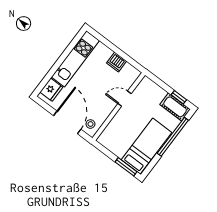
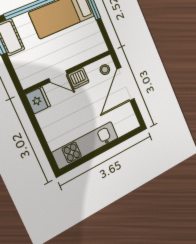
dishwasher: (117, 62) -> (78, 78), moved, turned 90
fridge: (51, 90) -> (38, 100), moved, turned 90

